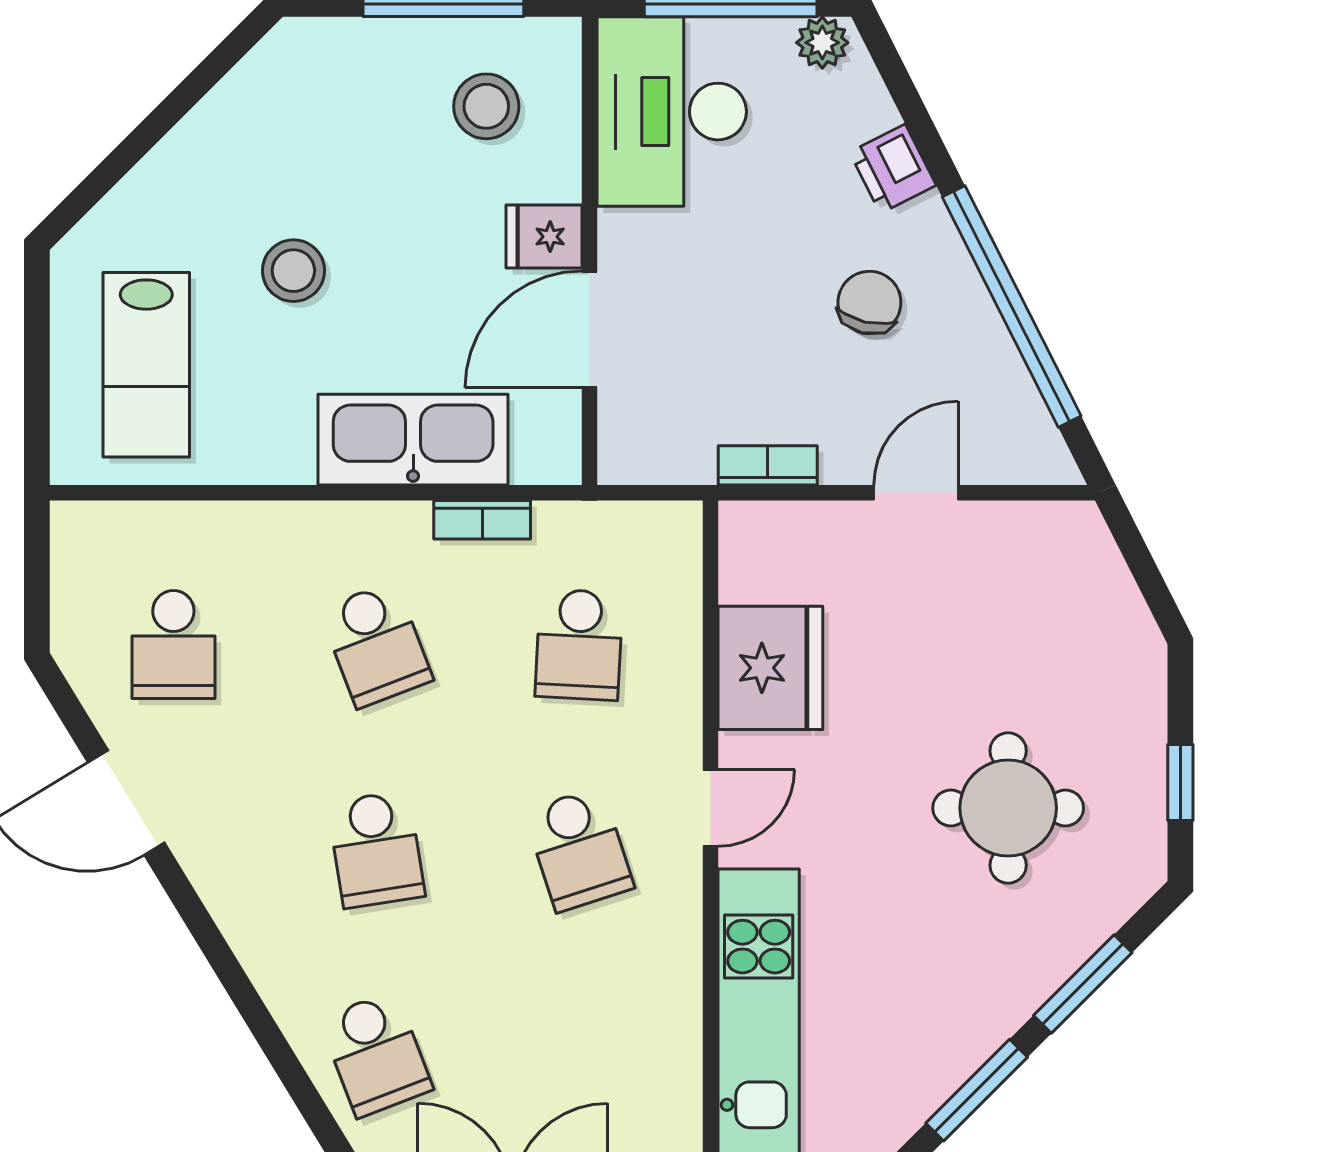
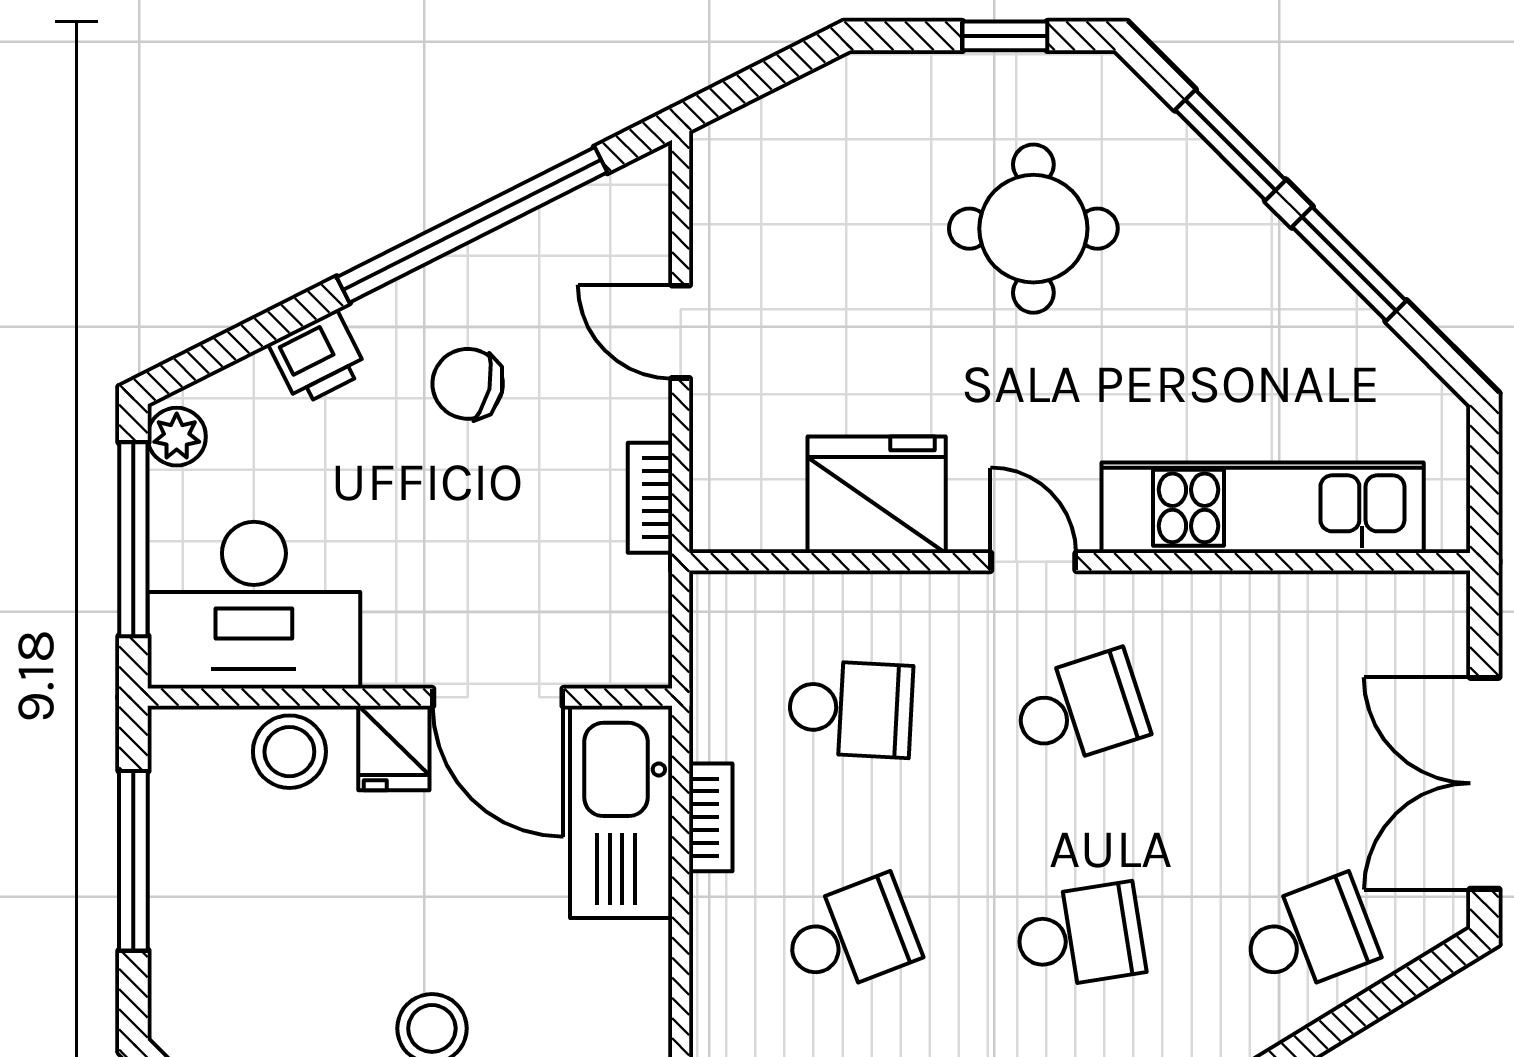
stool: (486, 106) -> (289, 752), moved
kitchen sink: (413, 440) -> (621, 812), moved

